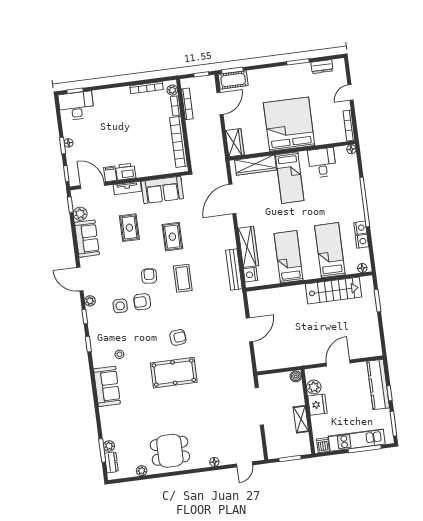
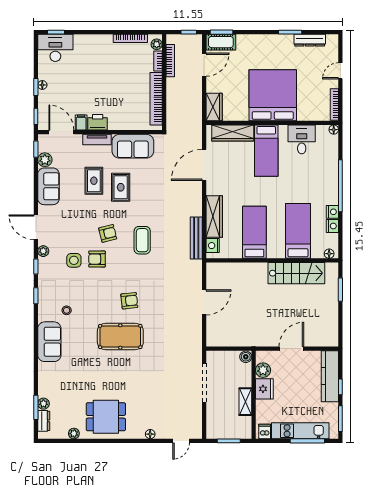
dresser: (322, 67) -> (310, 40), width x1.44
rug: (172, 237) -> (121, 187), moved
armchair: (149, 276) -> (108, 233), turned 72

